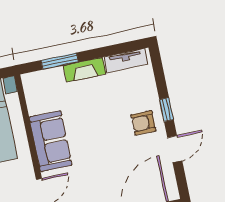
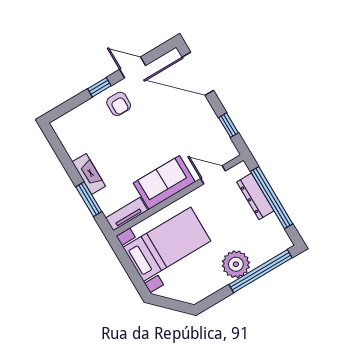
tv unit: (126, 60) -> (127, 214), moved, turned -90

